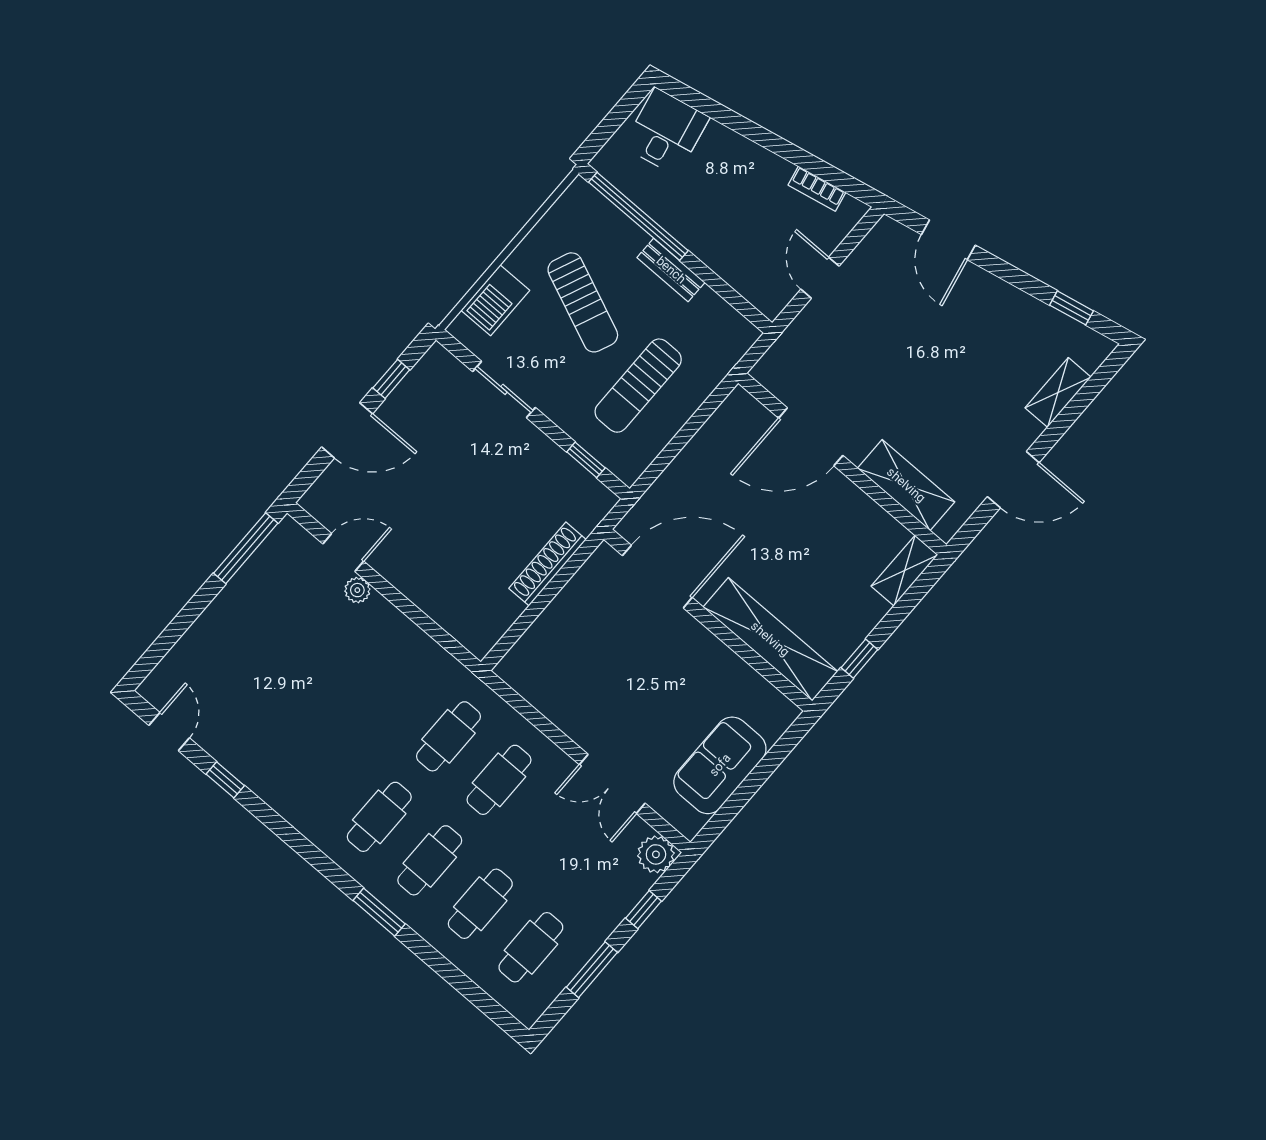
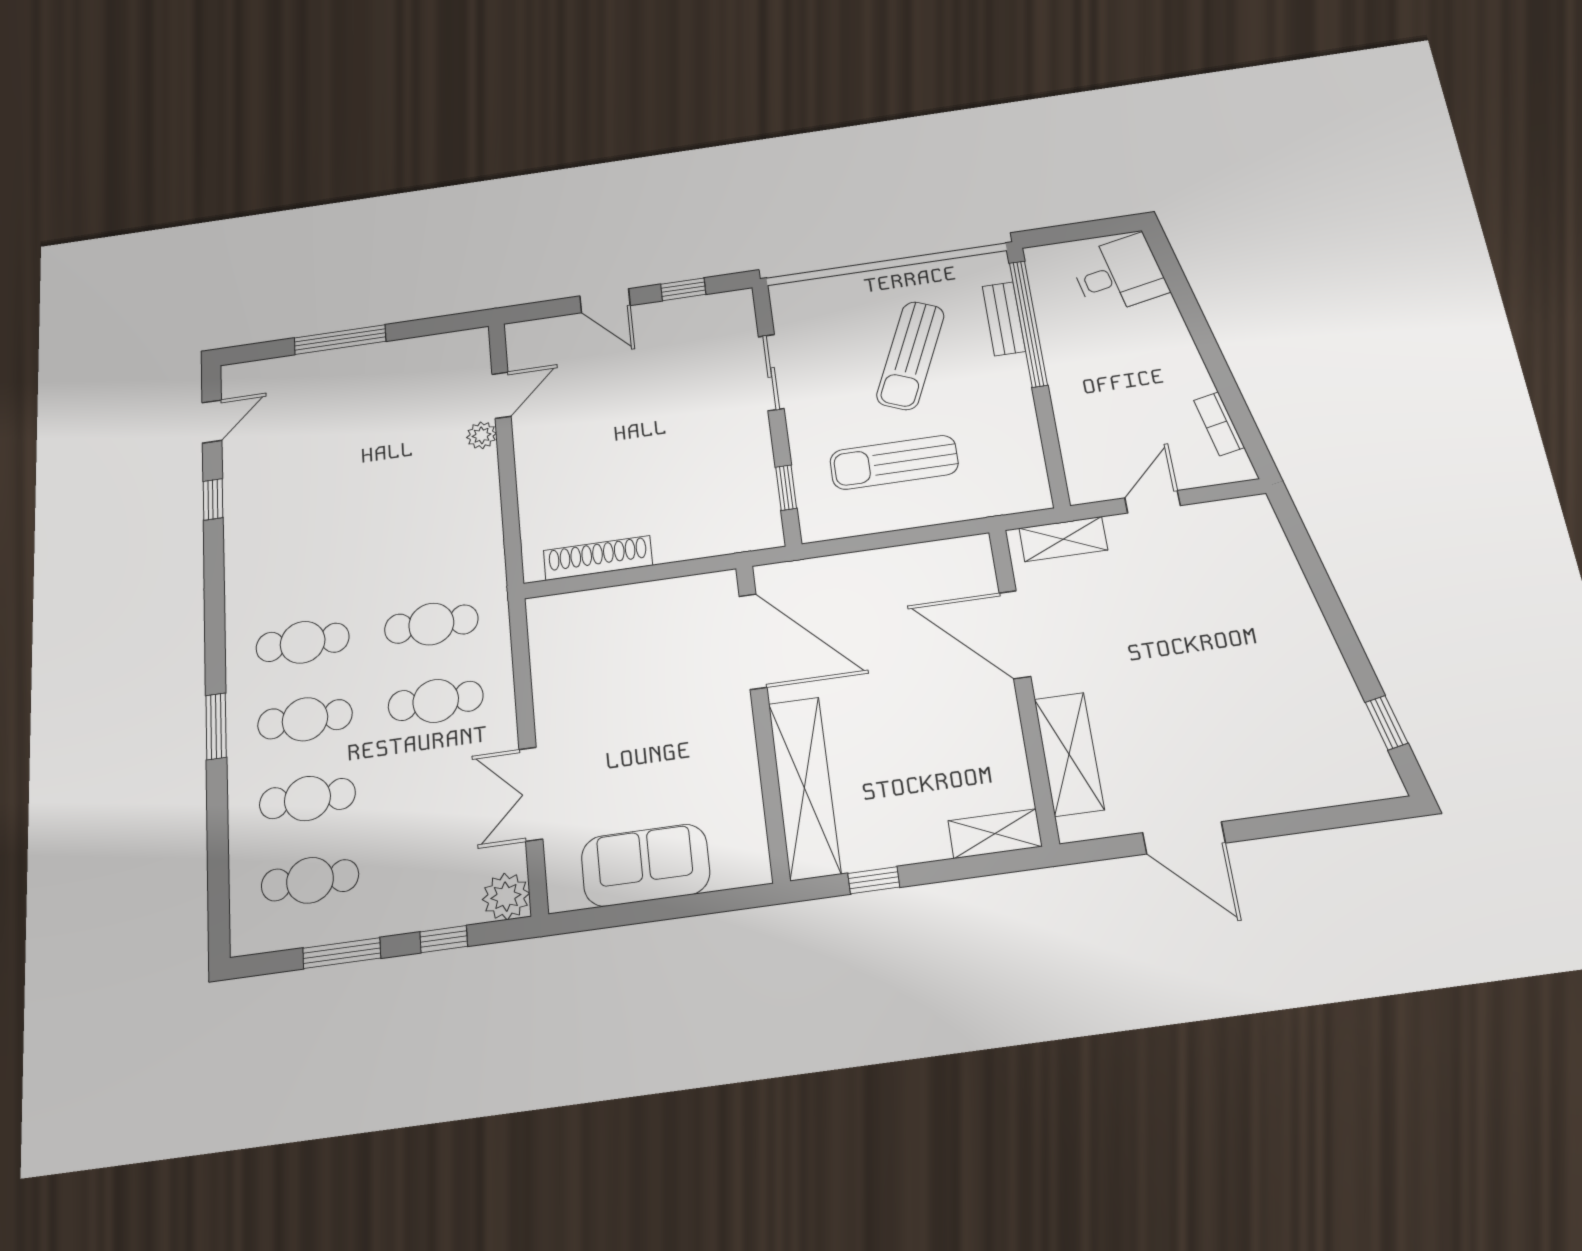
door: (948, 240) -> (1311, 564), removed
bench: (671, 270) -> (1004, 319), moved
barbecue: (495, 300) -> (835, 296), removed
shelving: (1058, 392) -> (1063, 539), moved
door: (347, 430) -> (605, 301), width x0.73
window: (246, 548) -> (340, 340), moved
door: (343, 552) -> (502, 395), hinge flipped
shoe rack: (547, 564) -> (598, 558), moved

